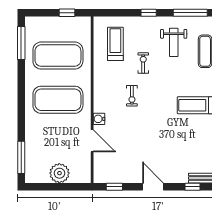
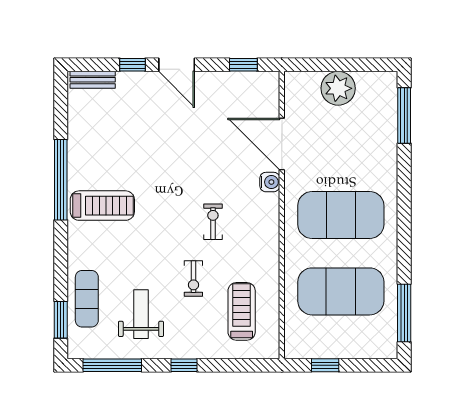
treadmill: (115, 44) -> (242, 311), turned 180
door: (92, 141) -> (282, 144), width x1.36
window: (192, 187) -> (132, 65), moved

